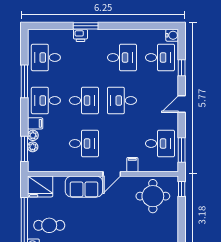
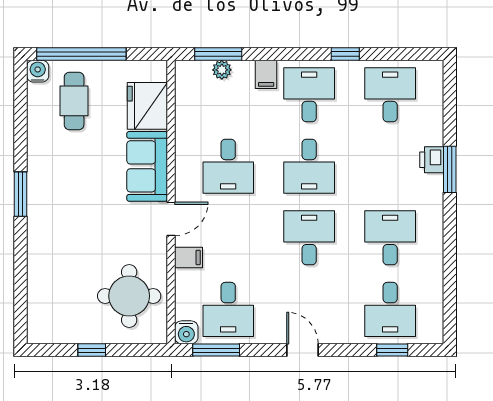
water cooler: (172, 35) -> (186, 332), moved
desk: (122, 57) -> (390, 238), turned 180
window: (182, 68) -> (392, 350), moved
window: (24, 81) -> (345, 54), width x0.46
plant: (33, 135) -> (243, 70), removed
door: (112, 174) -> (171, 219), swing flipped
fridge: (40, 186) -> (147, 106), moved
window: (182, 189) -> (92, 350), moved

